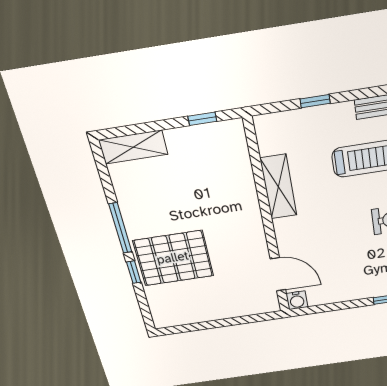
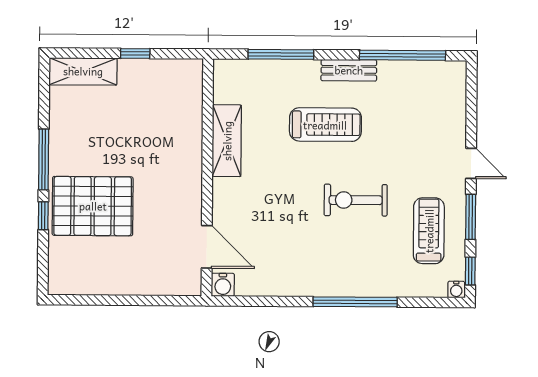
window: (315, 101) -> (281, 54), width x2.17
window: (202, 119) -> (135, 53), moved

